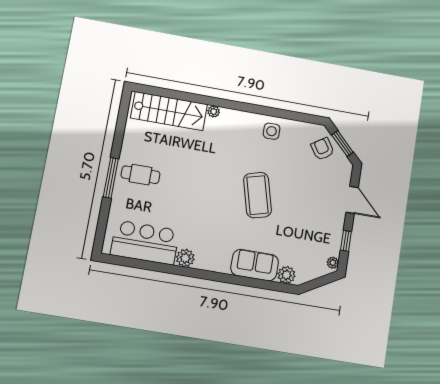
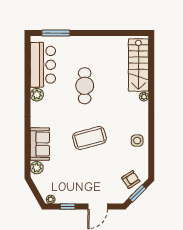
cafe table: (141, 175) -> (85, 86), moved, width x1.37, depth x1.35
window: (111, 178) -> (56, 33), moved

